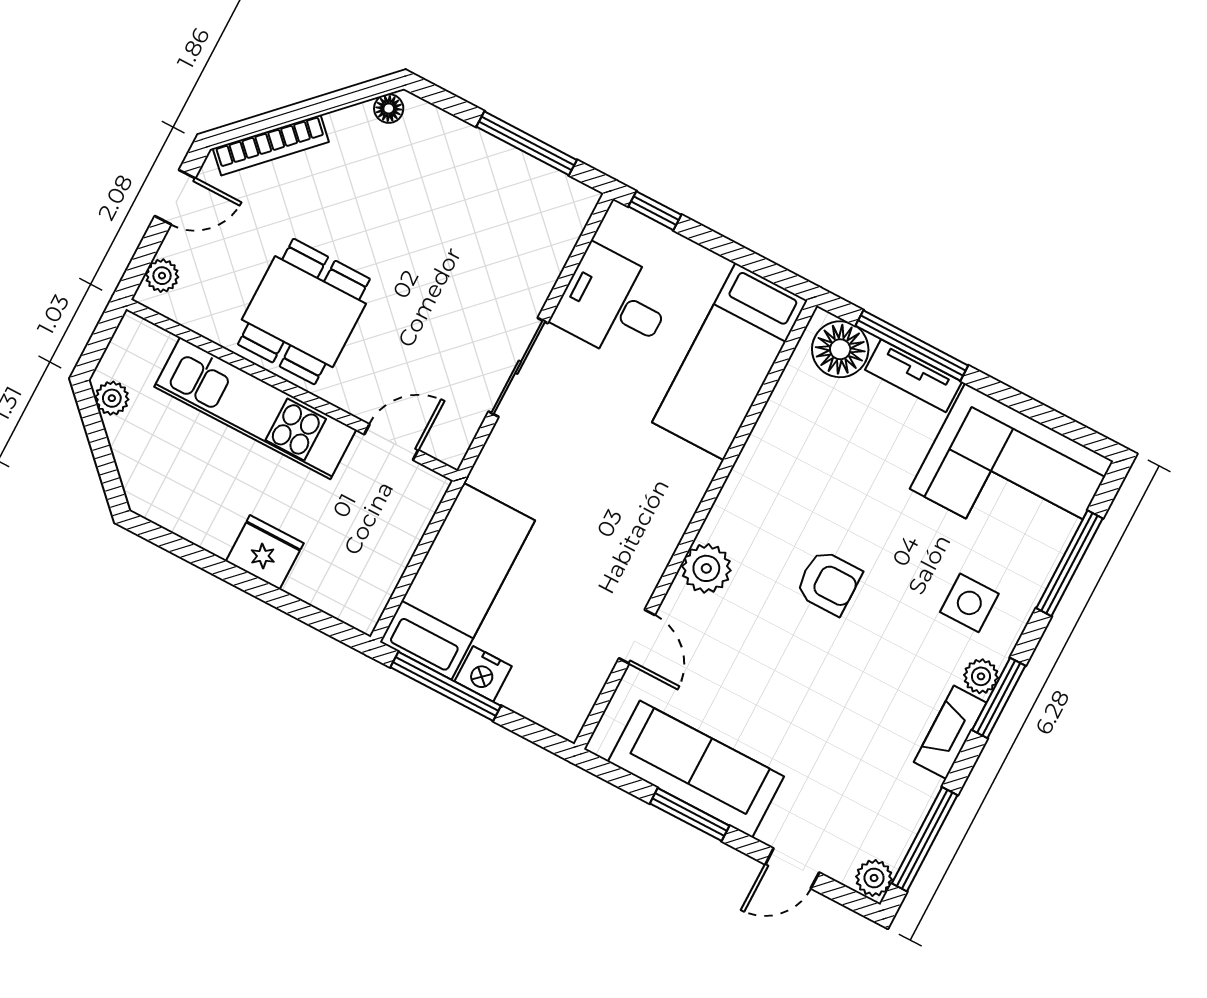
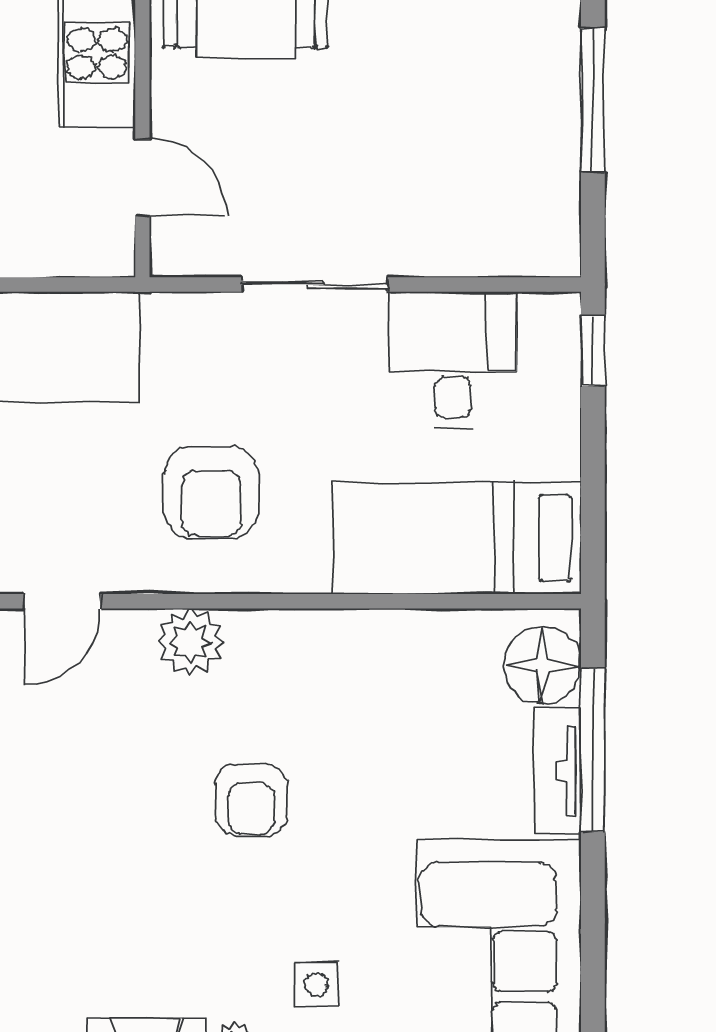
window: (527, 143) -> (593, 100), moved
armchair: (617, 504) -> (211, 492), added
side table: (969, 603) -> (316, 985), width x0.73, depth x0.73

